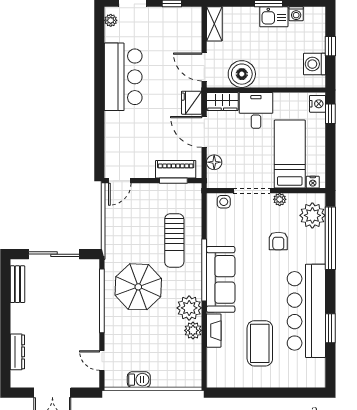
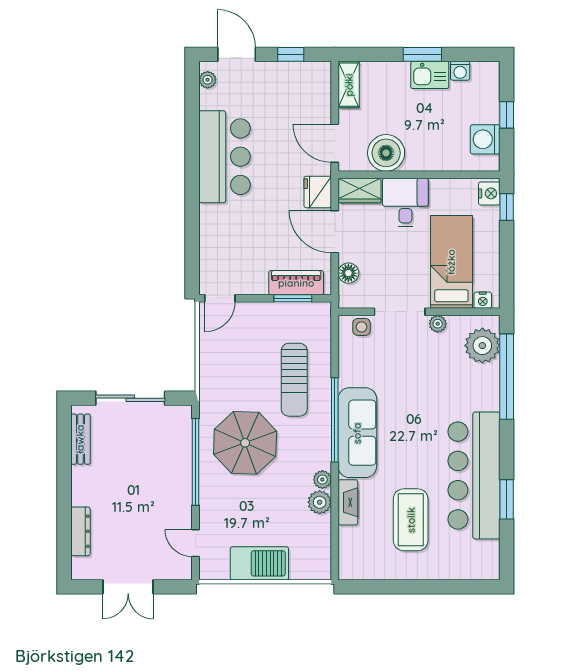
armchair: (278, 241) -> (436, 380), removed
plant: (189, 308) -> (322, 480), width x0.53, depth x0.53
barbecue: (139, 380) -> (259, 563), width x1.88, depth x1.53

